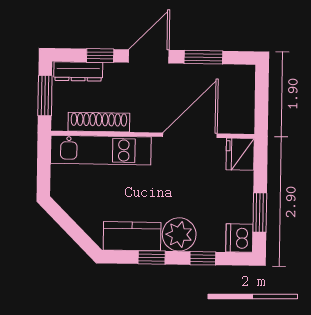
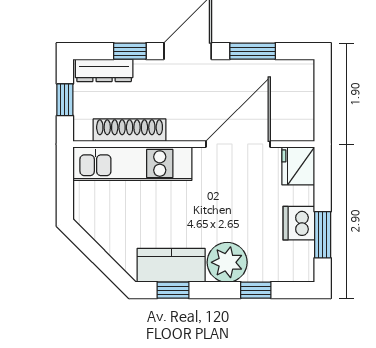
window: (45, 96) -> (65, 100), width x0.67
dishwasher: (239, 238) -> (299, 223), moved
window: (152, 257) -> (173, 290), moved

